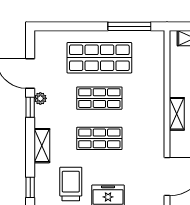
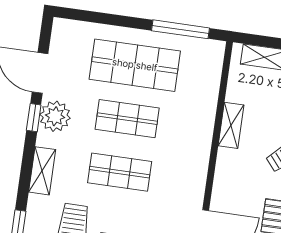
plant: (40, 98) -> (55, 116), width x1.87, depth x1.87
shelving: (177, 114) -> (231, 125), moved

